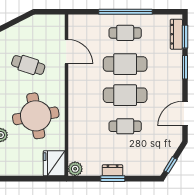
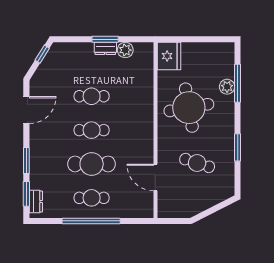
dresser: (176, 34) -> (36, 202), width x0.70
cafe table: (125, 95) -> (92, 130), width x0.73, depth x0.74
plant: (75, 169) -> (125, 50), moved

